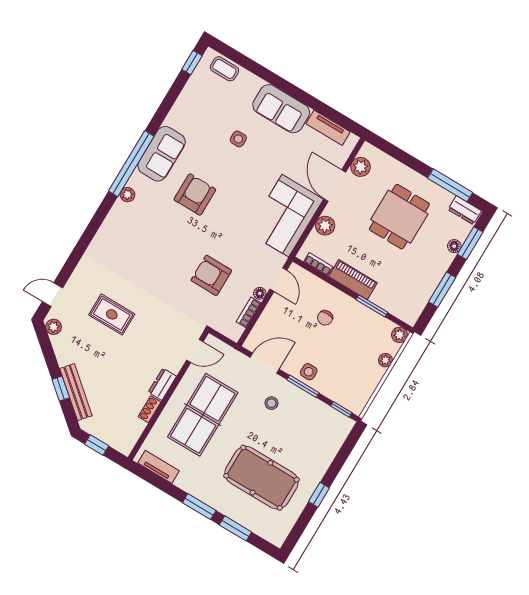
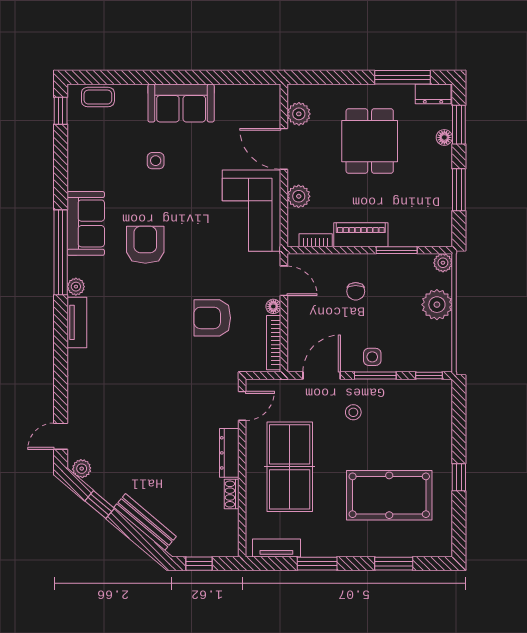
tv unit: (328, 128) -> (77, 322), moved, turned -90
bookcase: (249, 312) -> (274, 343), width x1.56
rug: (112, 314) -> (134, 420), removed
plant: (385, 360) -> (437, 305), width x1.88, depth x1.88
dresser: (162, 384) -> (229, 453), width x1.44
window: (61, 389) -> (100, 505), moved
window: (199, 507) -> (317, 564), moved

